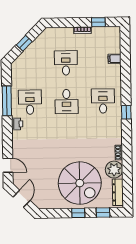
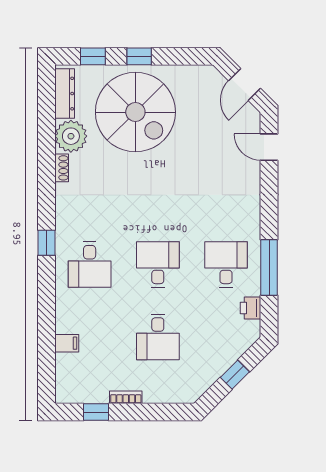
desk: (30, 102) -> (226, 265), turned 180
printer: (17, 124) -> (251, 308), moved
spiral stairs: (80, 183) -> (135, 112), turned 180

